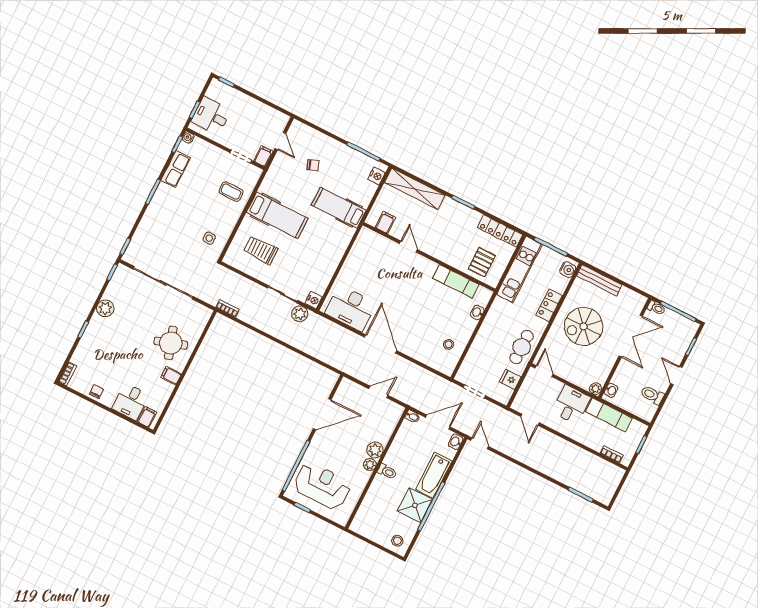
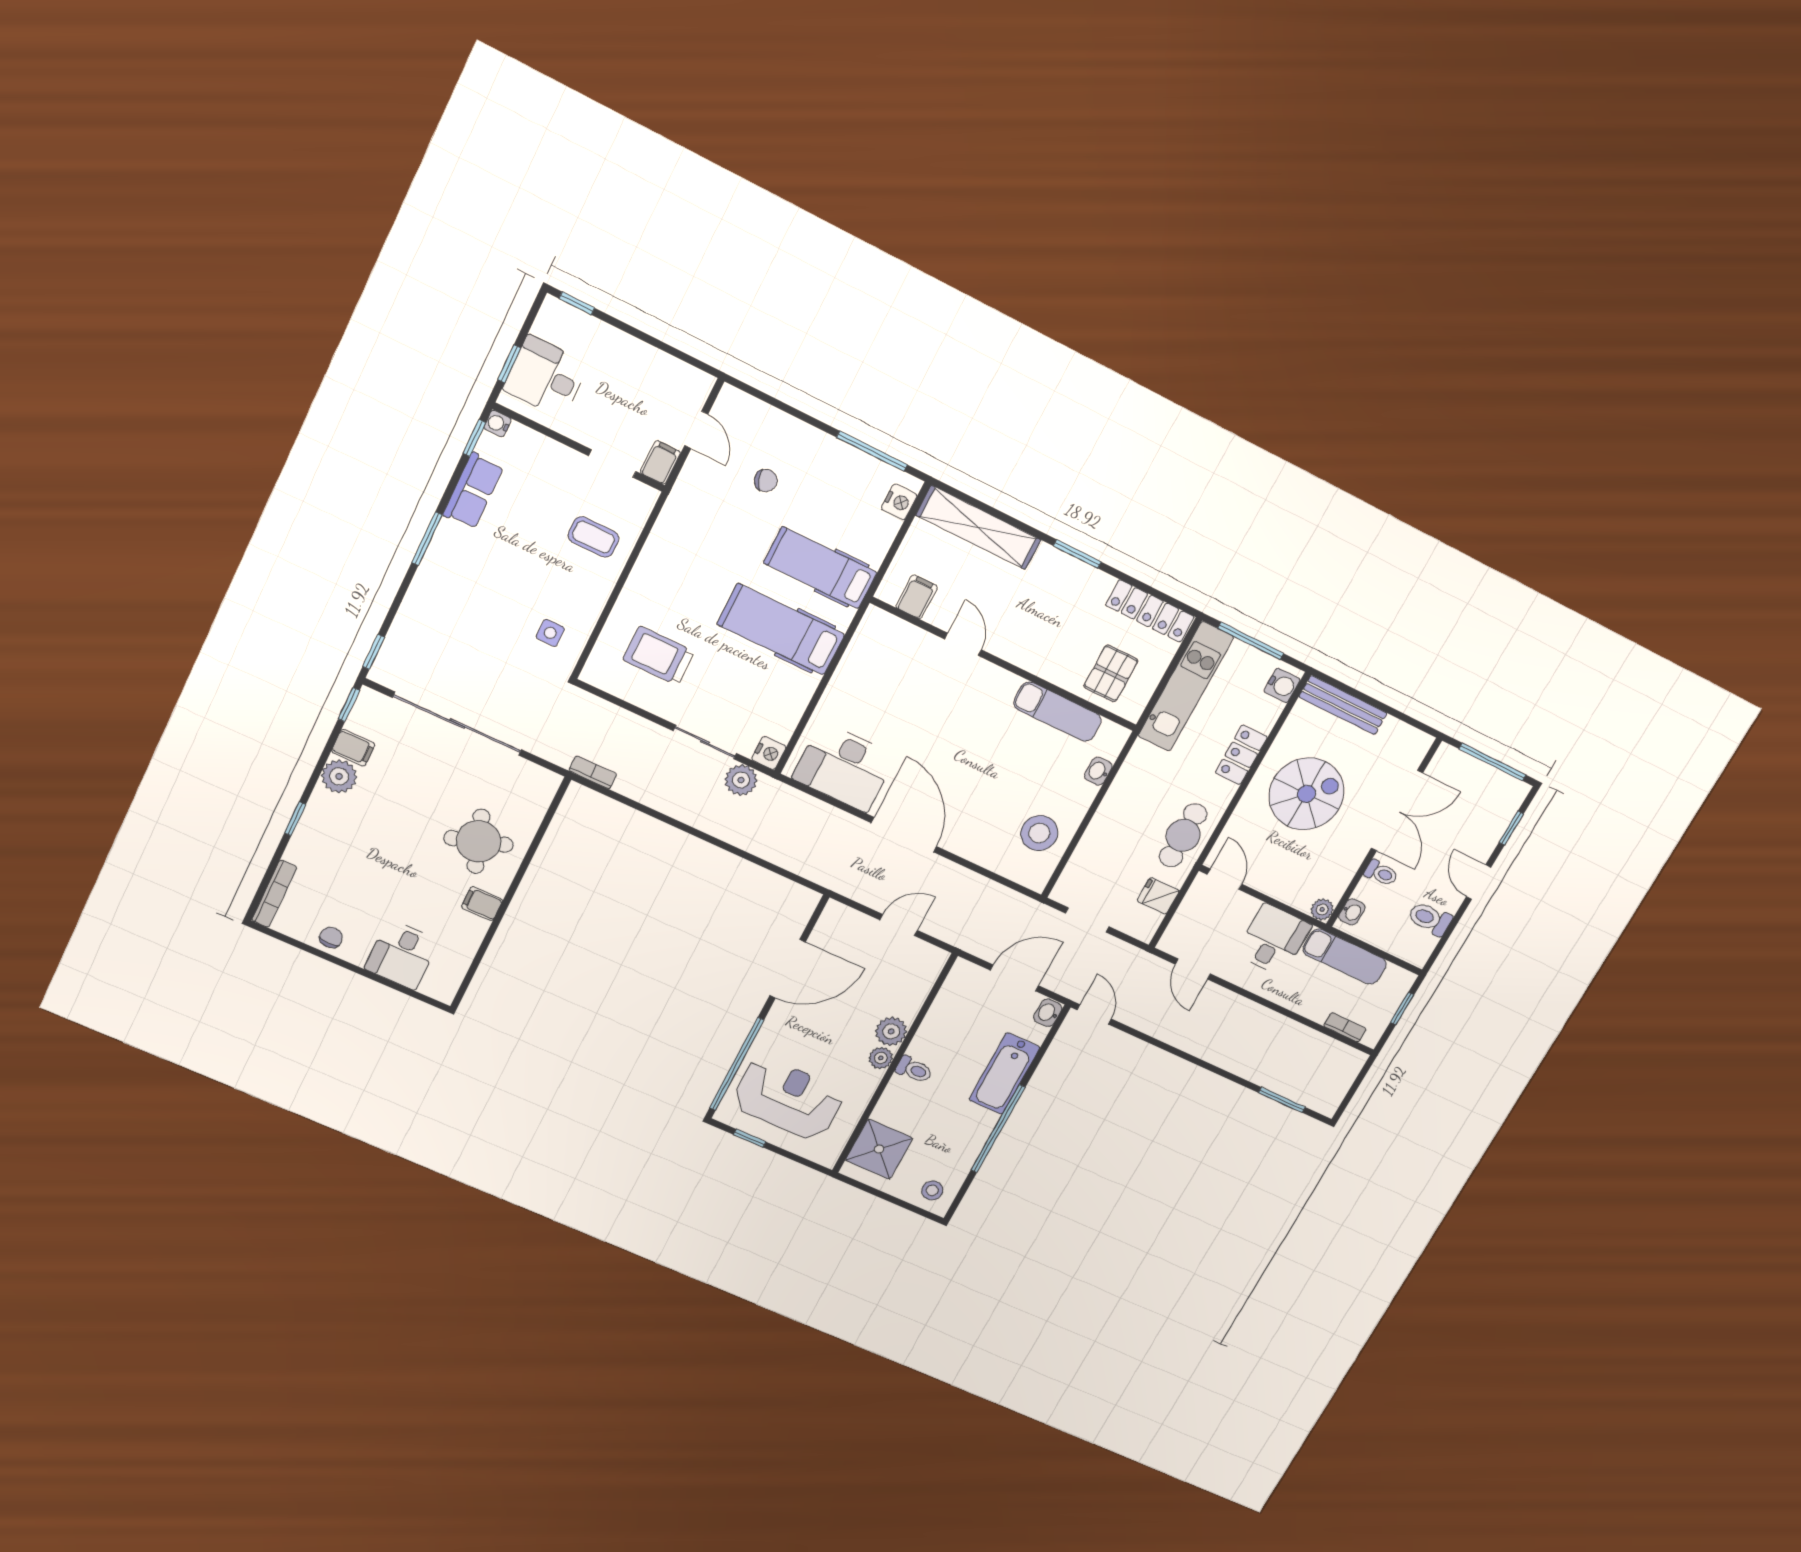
hospital bed: (277, 215) -> (781, 629), moved, turned 180
toilet: (656, 308) -> (1381, 873), moved
spiral stairs: (584, 326) -> (1306, 794), turned 180
stool: (449, 344) -> (1039, 833), width x1.89, depth x1.89
bookcase: (68, 374) -> (274, 894), width x1.56
filing cabinet: (147, 417) -> (353, 748), moved, turned 90
bidet: (413, 417) -> (965, 969), removed
shower: (415, 505) -> (879, 1149), moved

